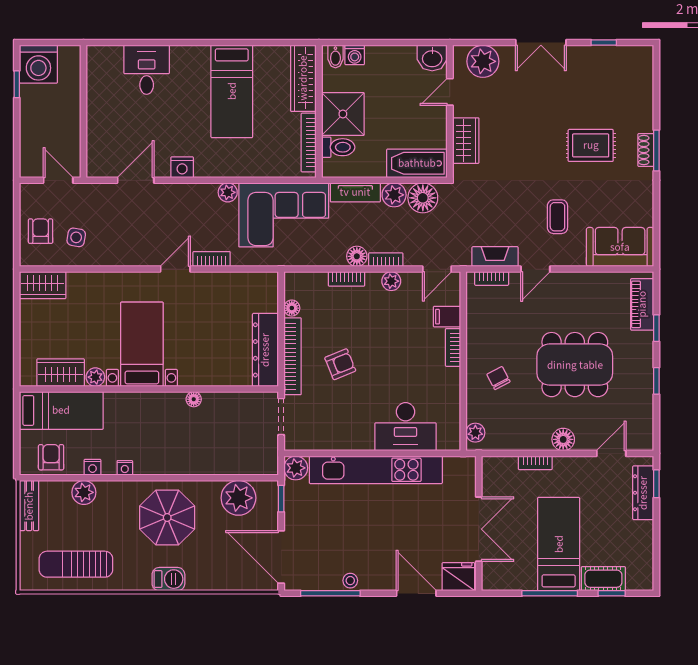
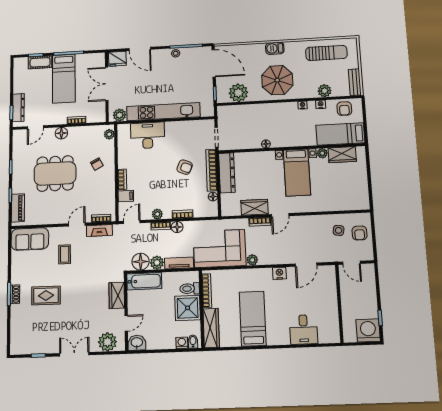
wardrobe: (43, 285) -> (255, 207), moved
armchair: (340, 364) -> (185, 167), turned -135
plant: (296, 468) -> (120, 115), moved

